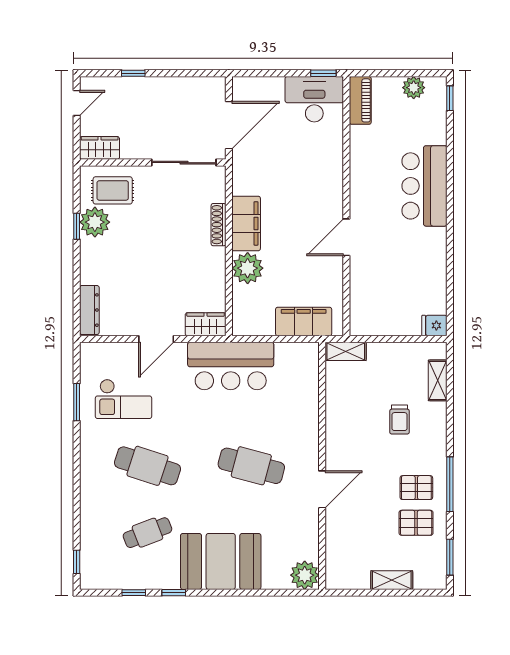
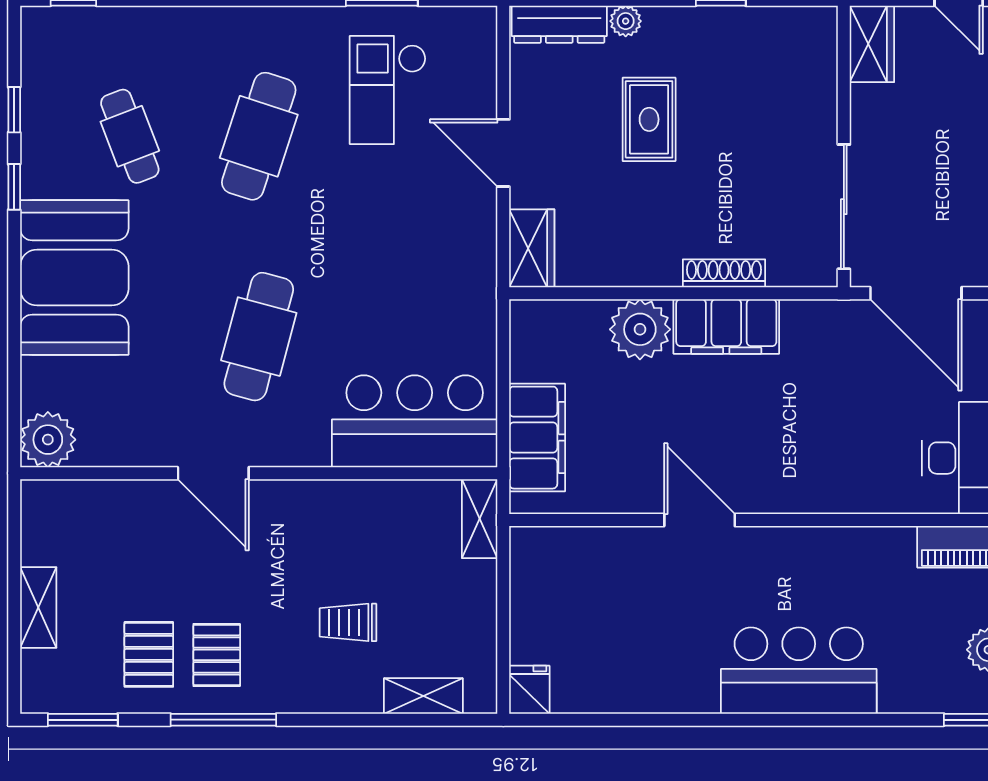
rug: (113, 190) -> (649, 119), moved
plant: (95, 222) -> (626, 21), moved, width x0.53, depth x0.53
bar counter: (231, 366) -> (415, 421), moved, turned 90

